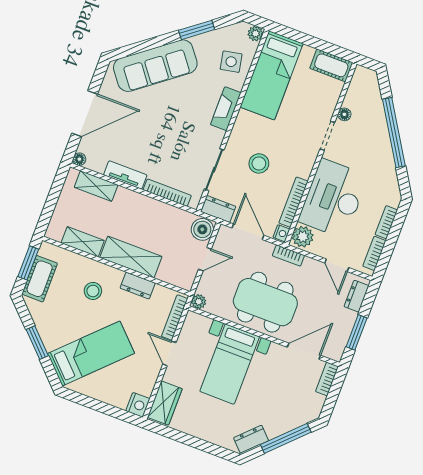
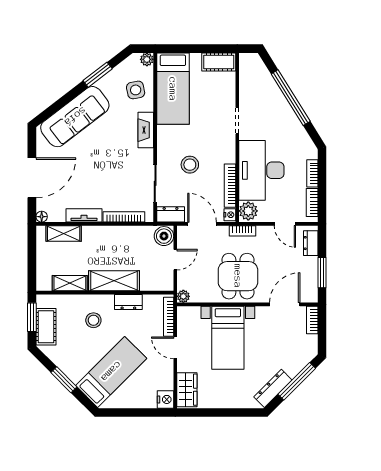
floor lamp: (344, 114) -> (245, 98), removed
dining table: (265, 302) -> (238, 276), width x0.73
dresser: (251, 439) -> (273, 388), width x1.44

